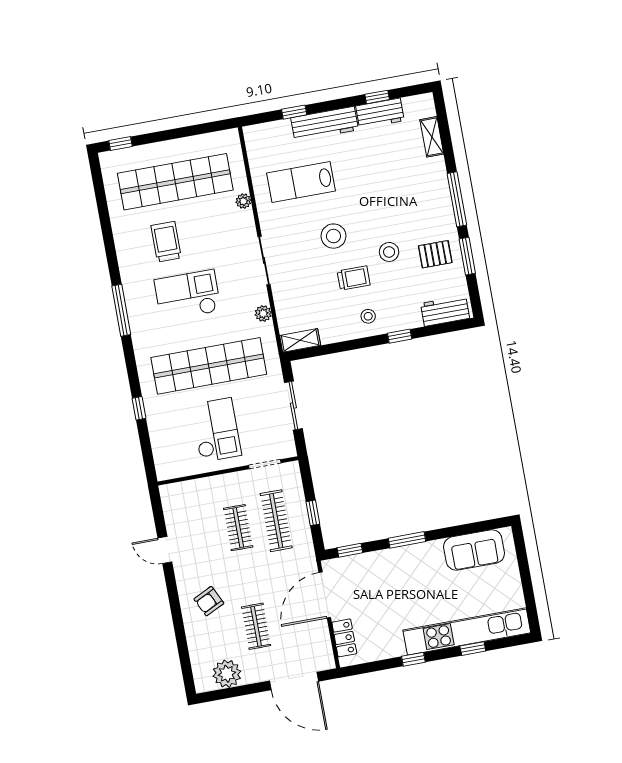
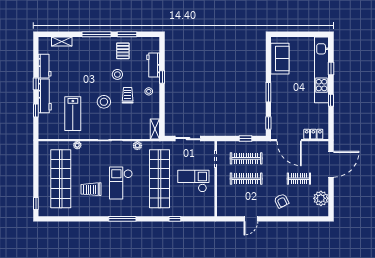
window: (377, 97) -> (36, 84), moved
workbench: (445, 311) -> (153, 65), moved
clothes rail: (238, 528) -> (246, 179), width x1.36

